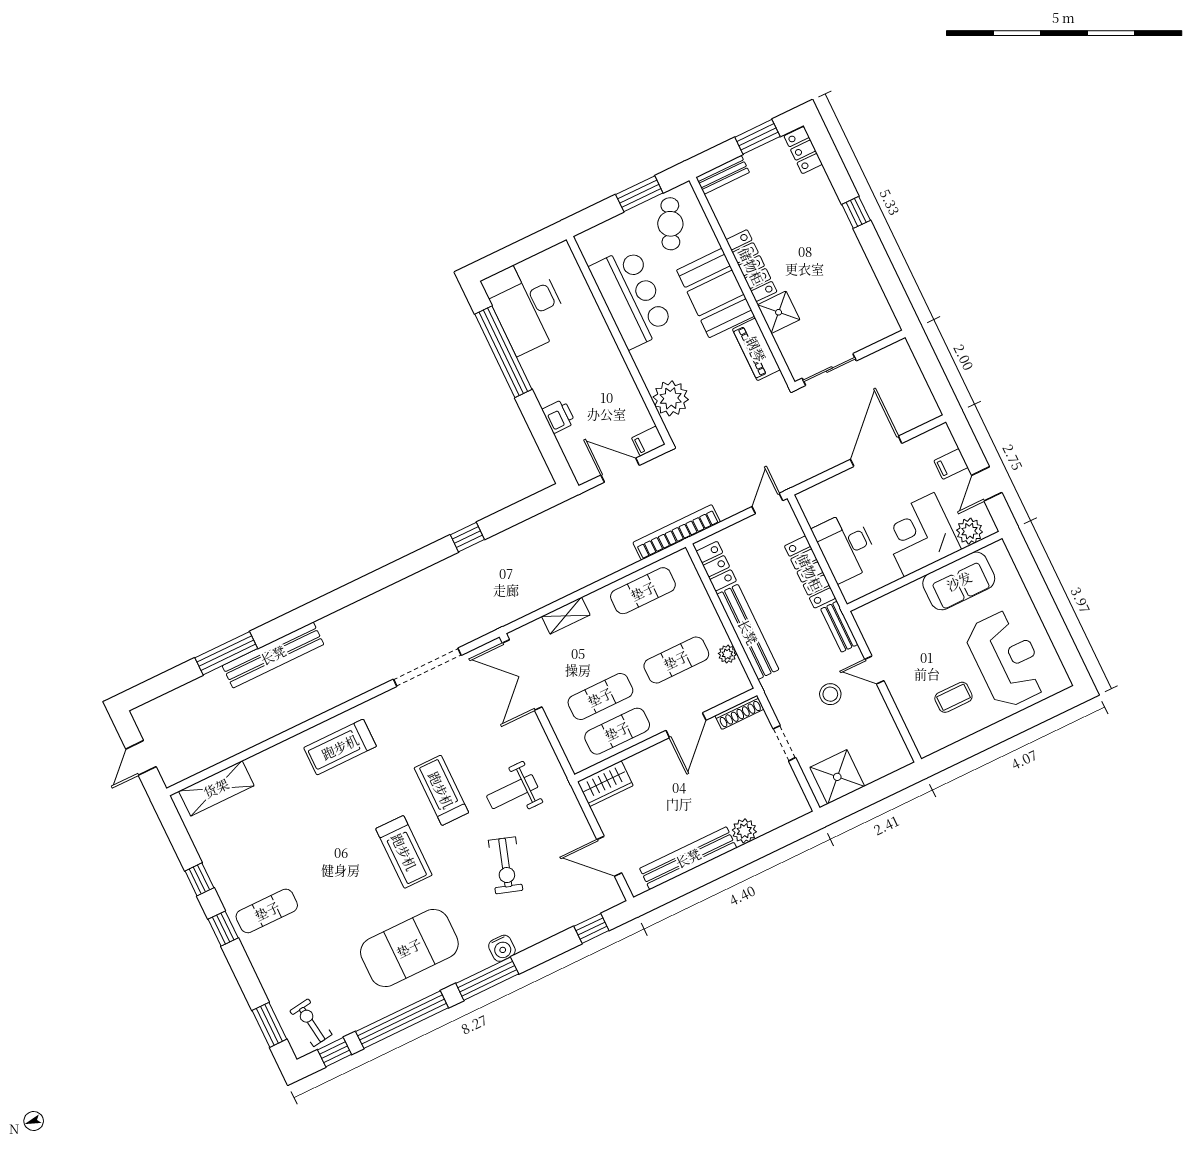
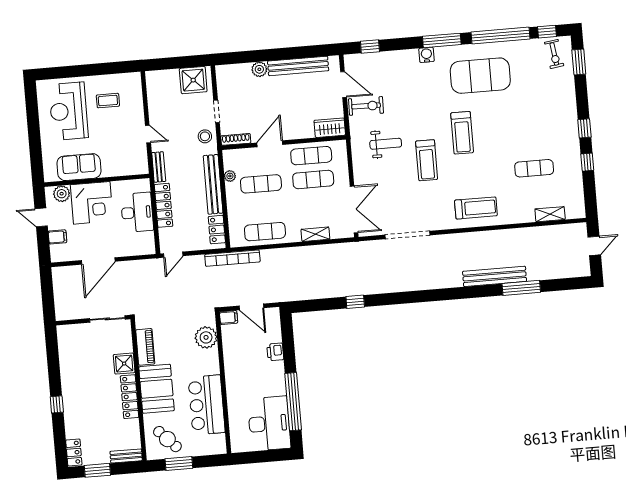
cafe table: (670, 224) -> (167, 439), turned -68
door: (987, 484) -> (41, 217), swing flipped
stool: (830, 694) -> (205, 136), moved
shelving: (216, 788) -> (550, 214), width x0.67, depth x0.75
treadmill: (404, 852) -> (462, 133), turned 180
exercise bike: (506, 865) -> (366, 106), moved, turned 73
exercise mat: (267, 911) -> (534, 168), moved

